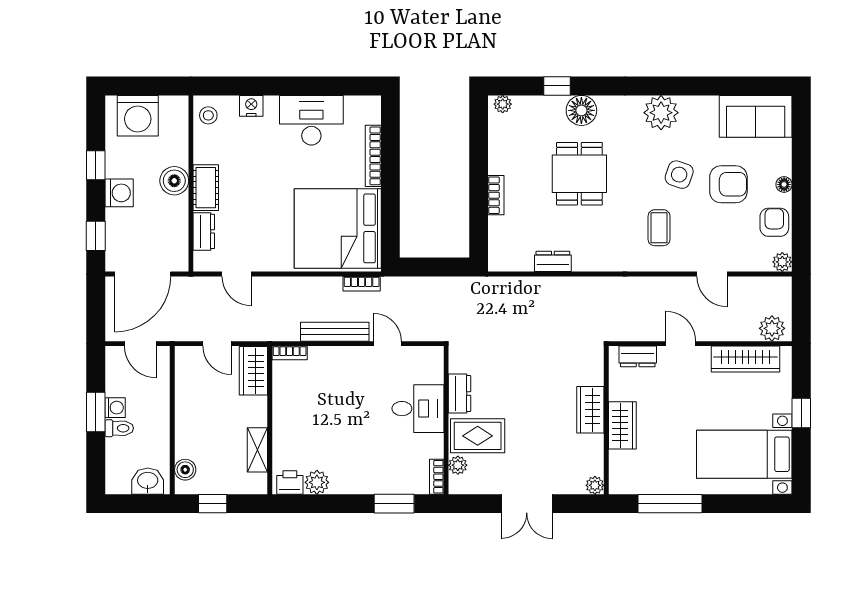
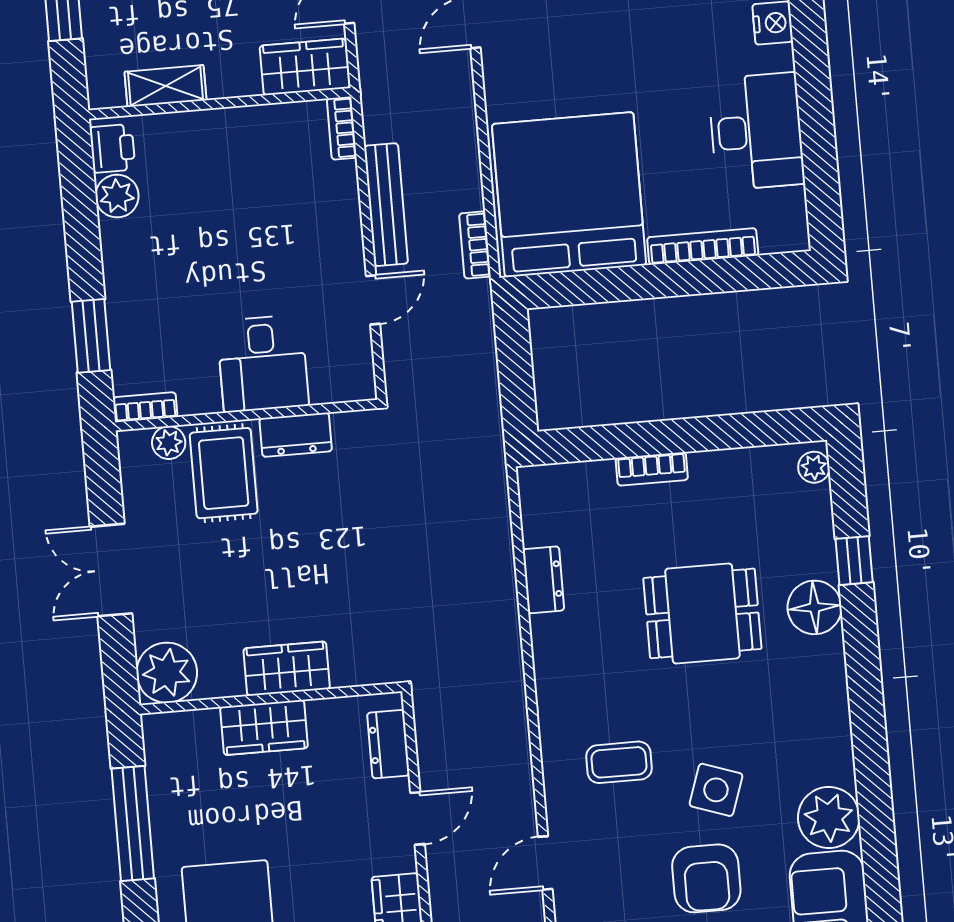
plant: (661, 113) -> (829, 818), moved
plant: (595, 485) -> (167, 673), width x1.88, depth x1.88

